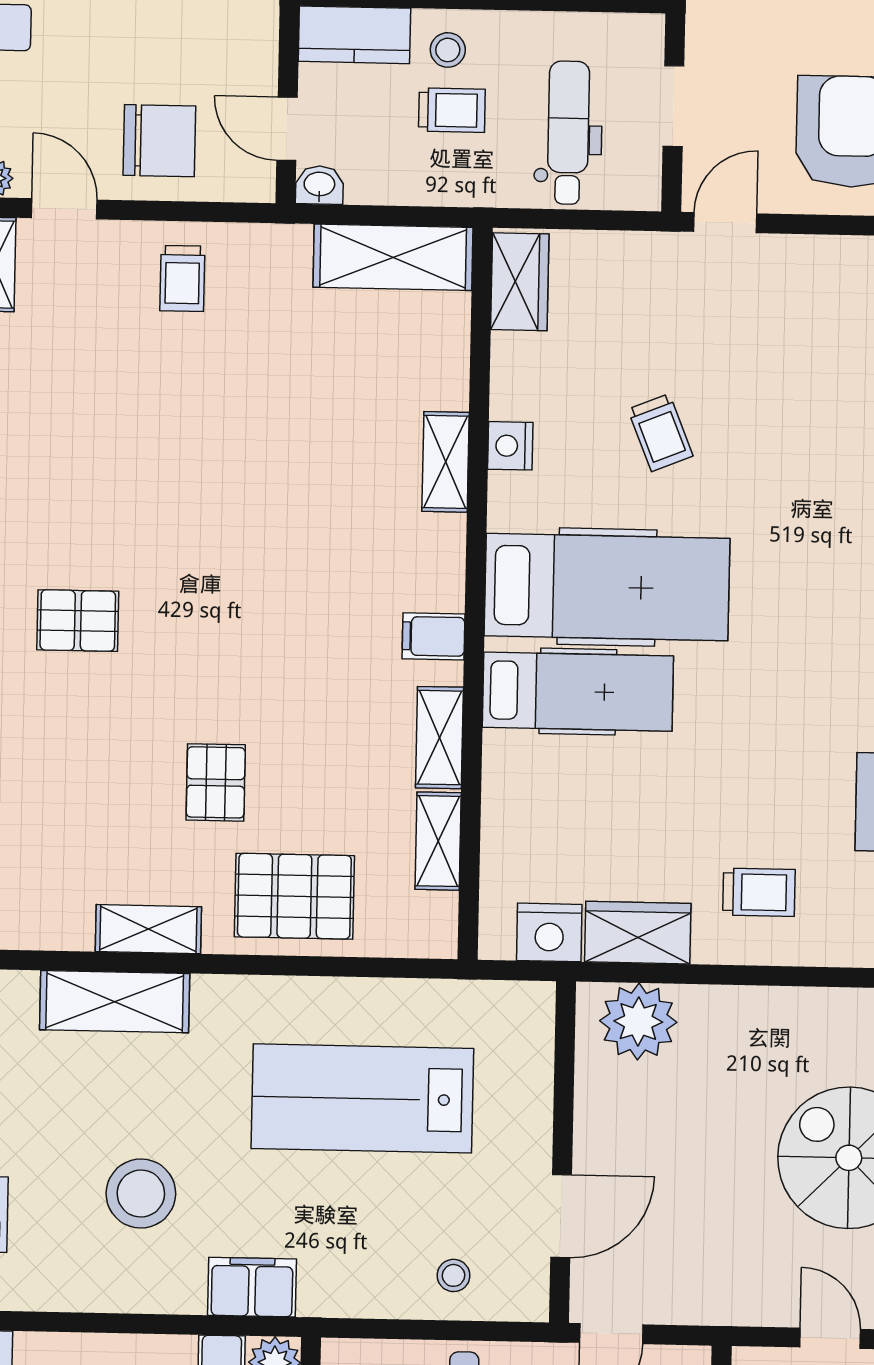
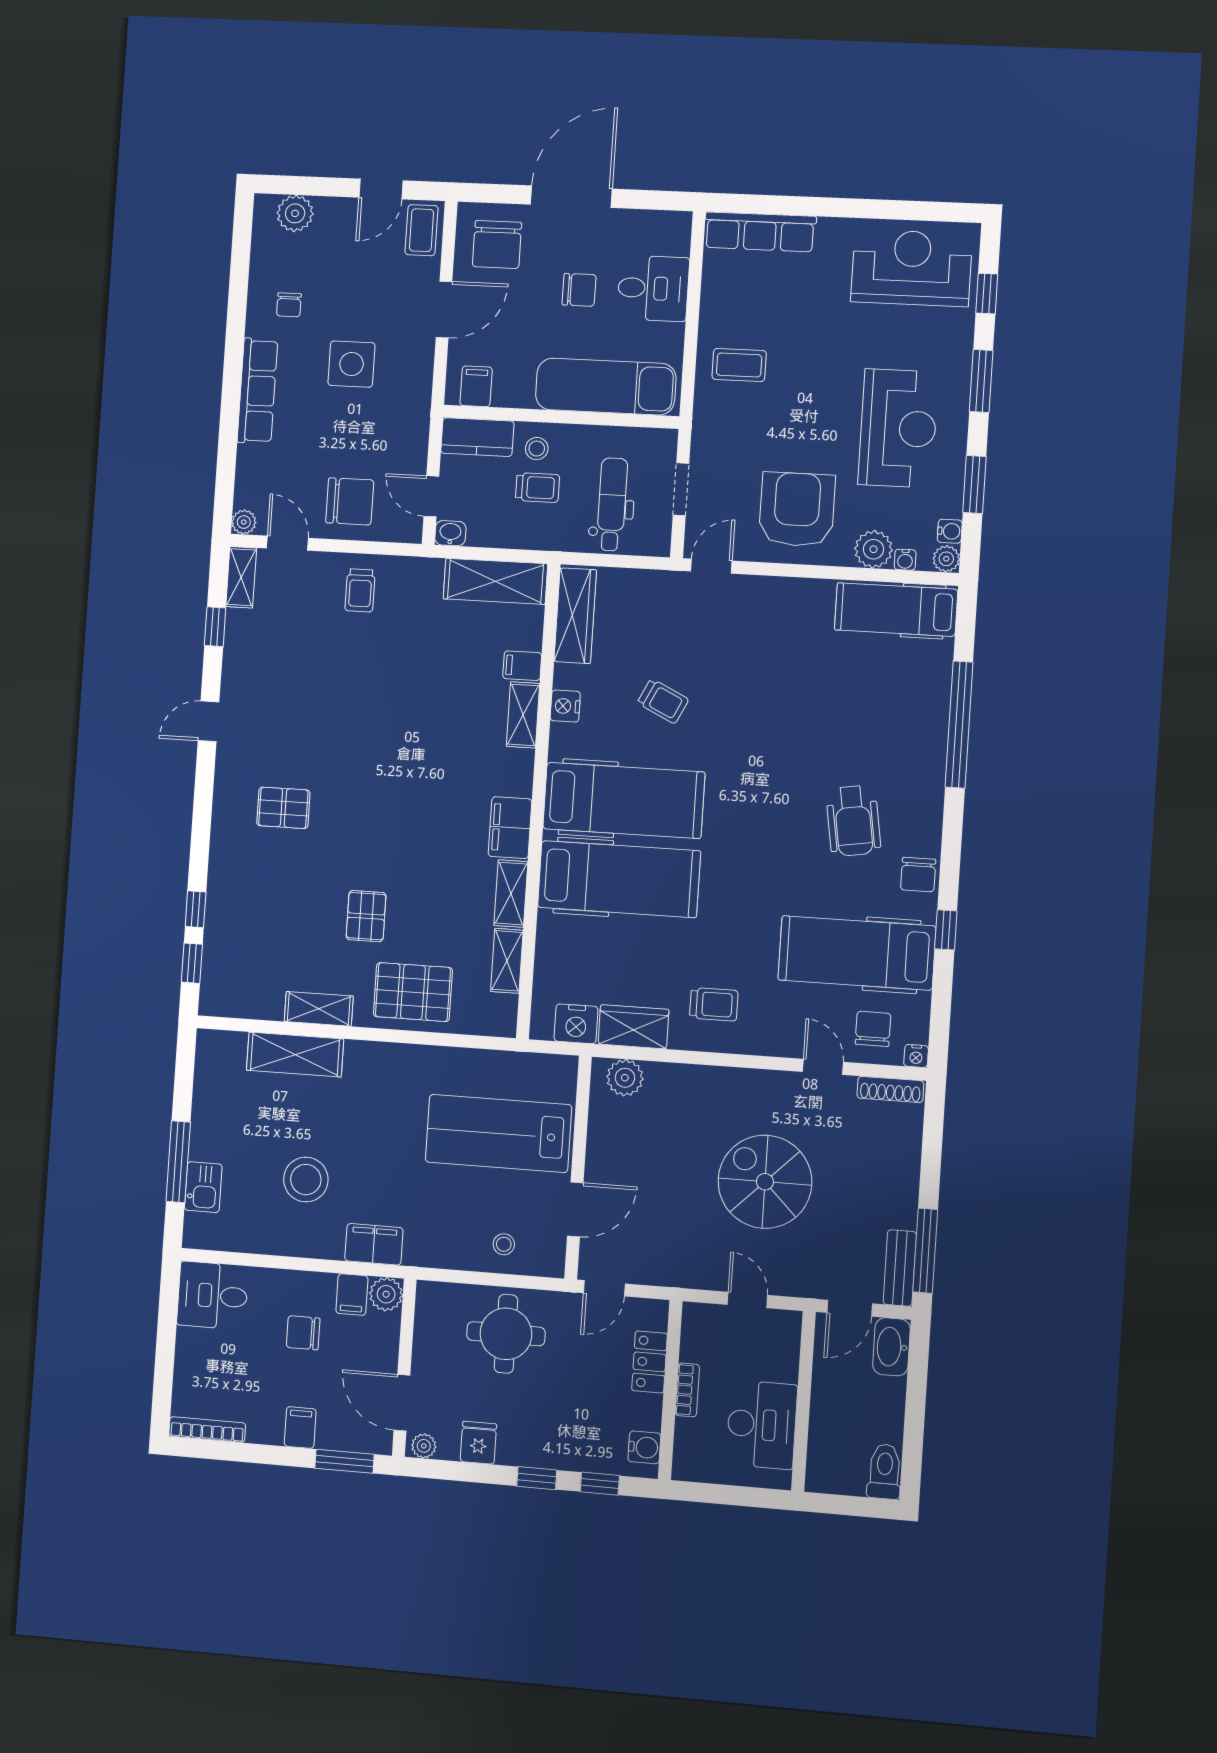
wardrobe: (520, 282) -> (575, 616), width x1.50
filing cabinet: (441, 386) -> (522, 666), added
trolley: (660, 433) -> (663, 701), turned -42
filing cabinet: (434, 636) -> (510, 828), width x2.00
hospital bed: (578, 692) -> (619, 879), width x1.37, depth x1.29
plant: (638, 1022) -> (625, 1078), width x0.73, depth x0.73
lab bench: (362, 1098) -> (498, 1133), moved

